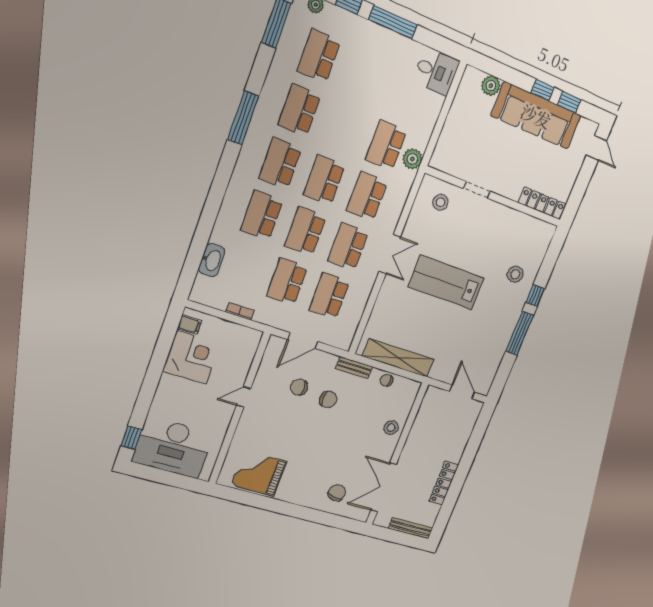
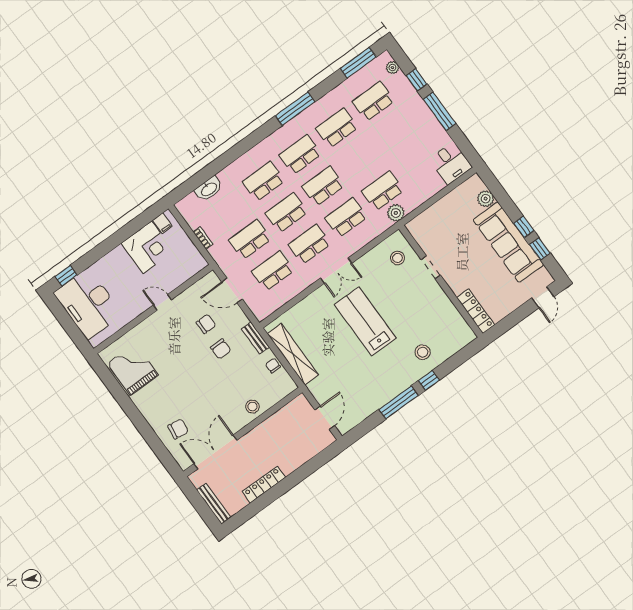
chair: (299, 387) -> (206, 324), turned 90

